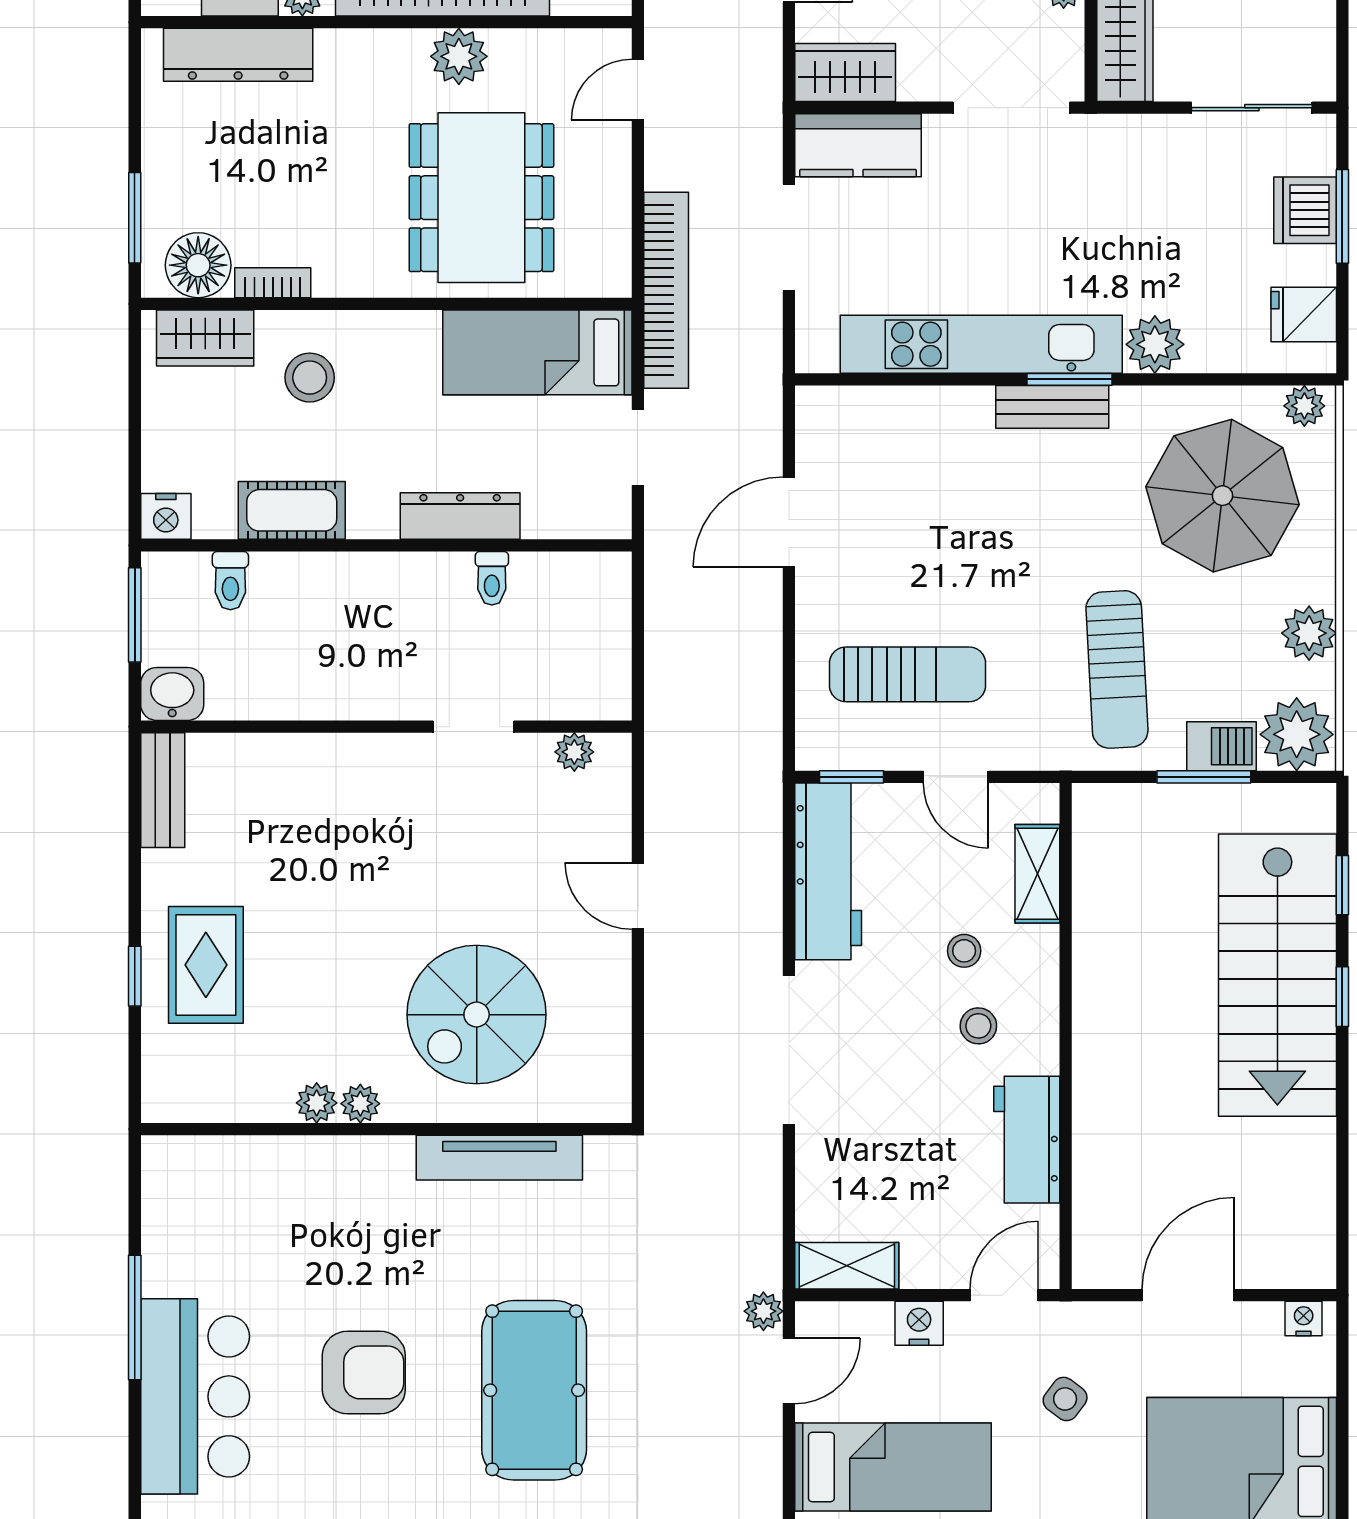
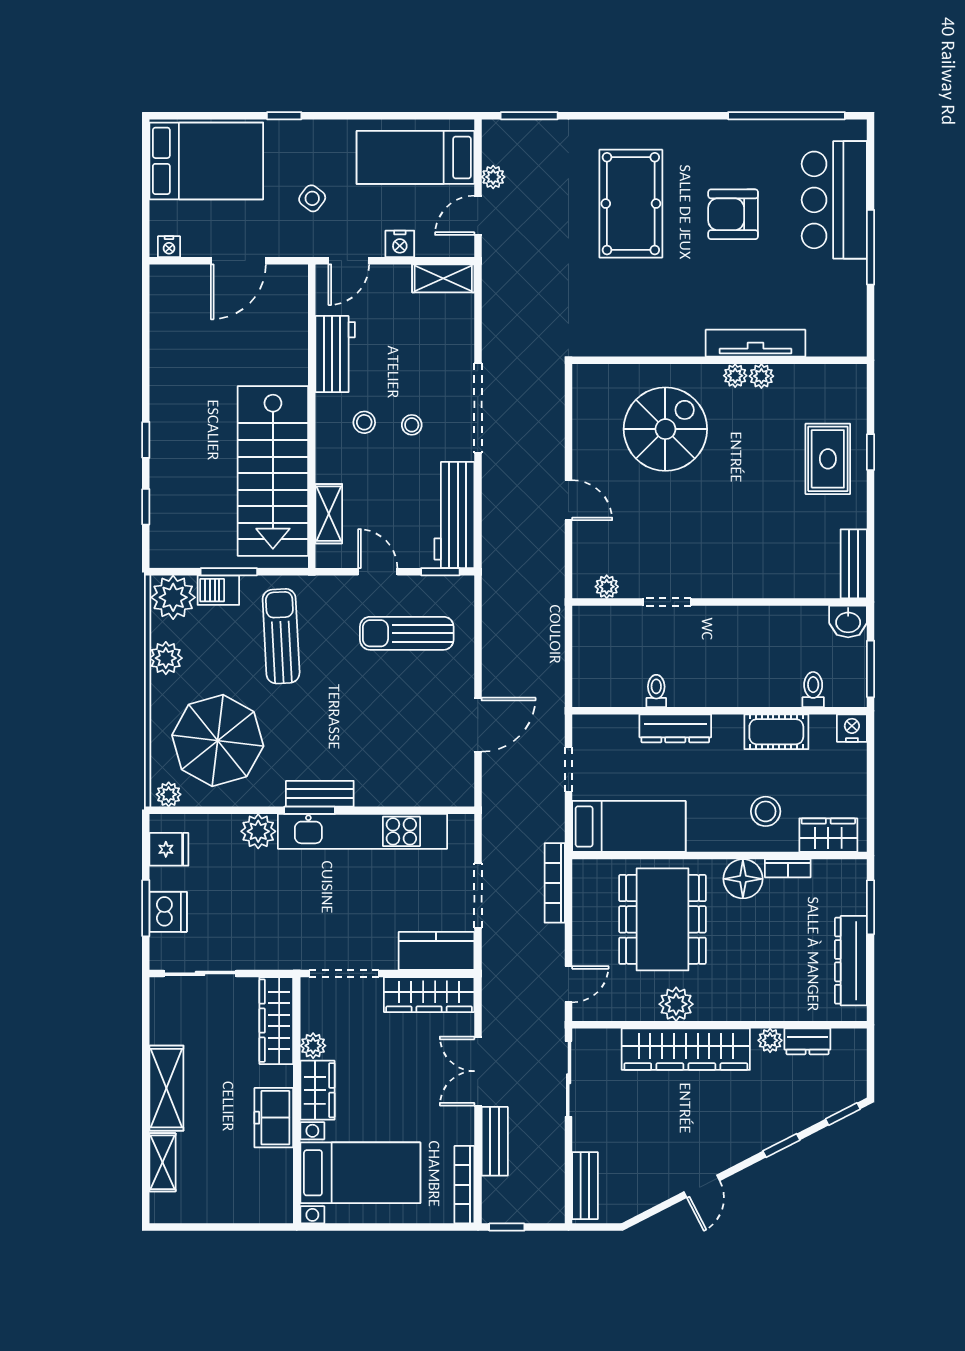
dresser: (238, 55) -> (851, 961), moved, turned -90
wardrobe: (845, 72) -> (429, 995), width x1.50
floor lamp: (198, 265) -> (743, 879), moved
bookcase: (666, 290) -> (555, 883), width x0.68, depth x0.76
stool: (964, 951) -> (412, 425), moved
stairs: (1277, 975) -> (273, 471), moved, turned 180
tv unit: (499, 1158) -> (756, 343), moved
plant: (763, 1311) -> (493, 177), moved

